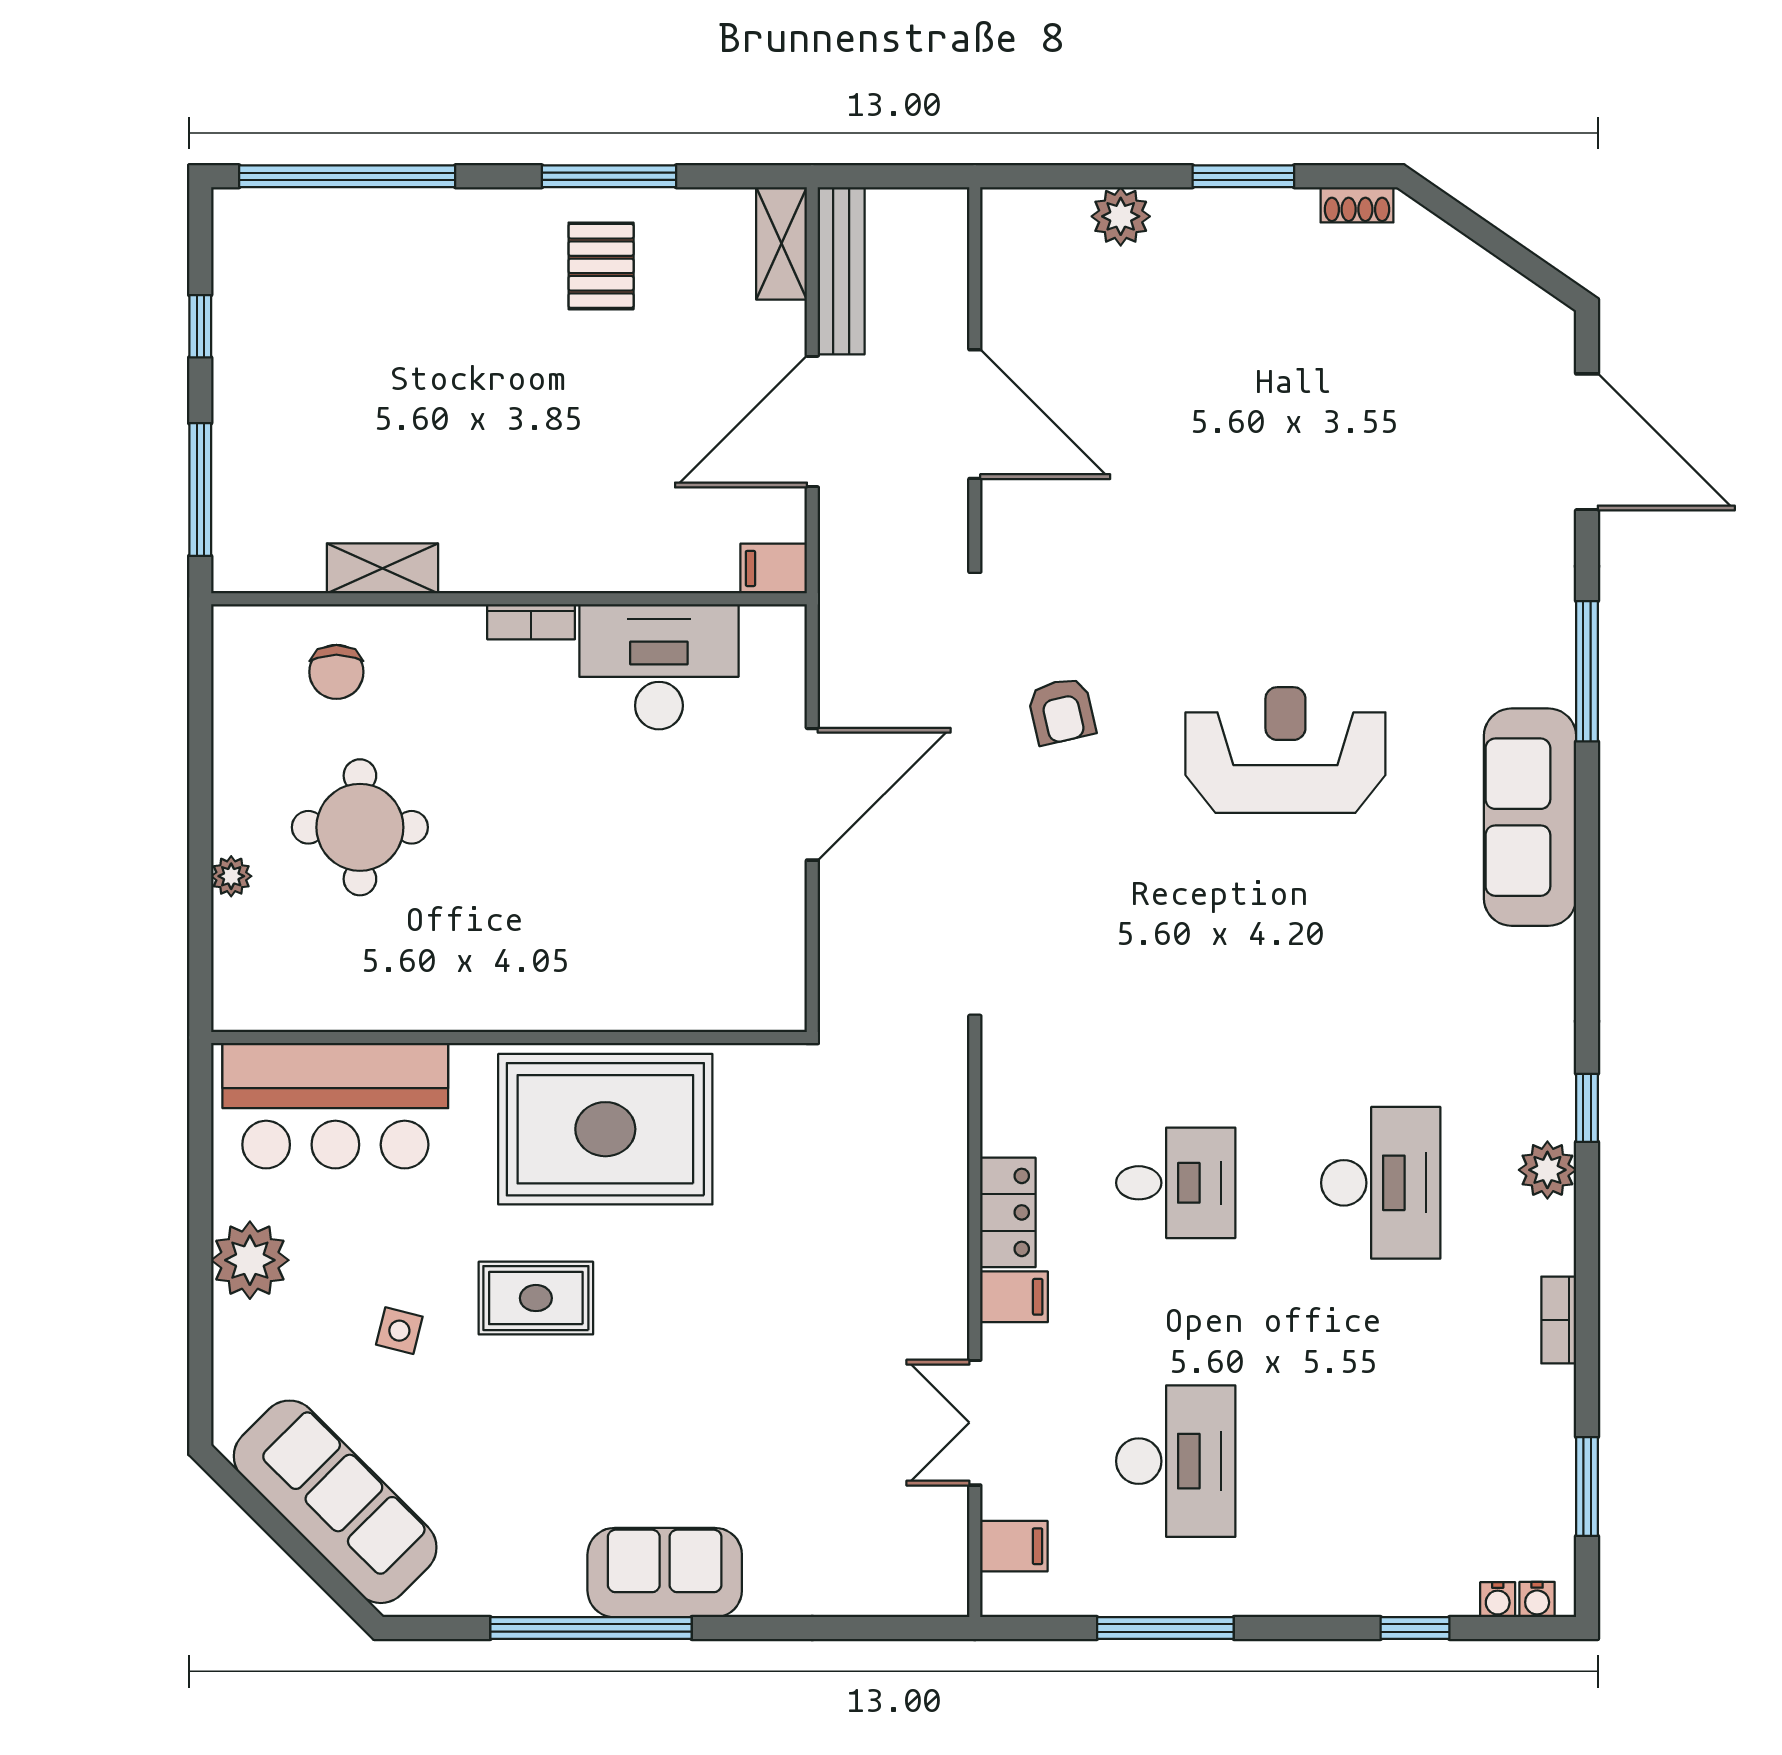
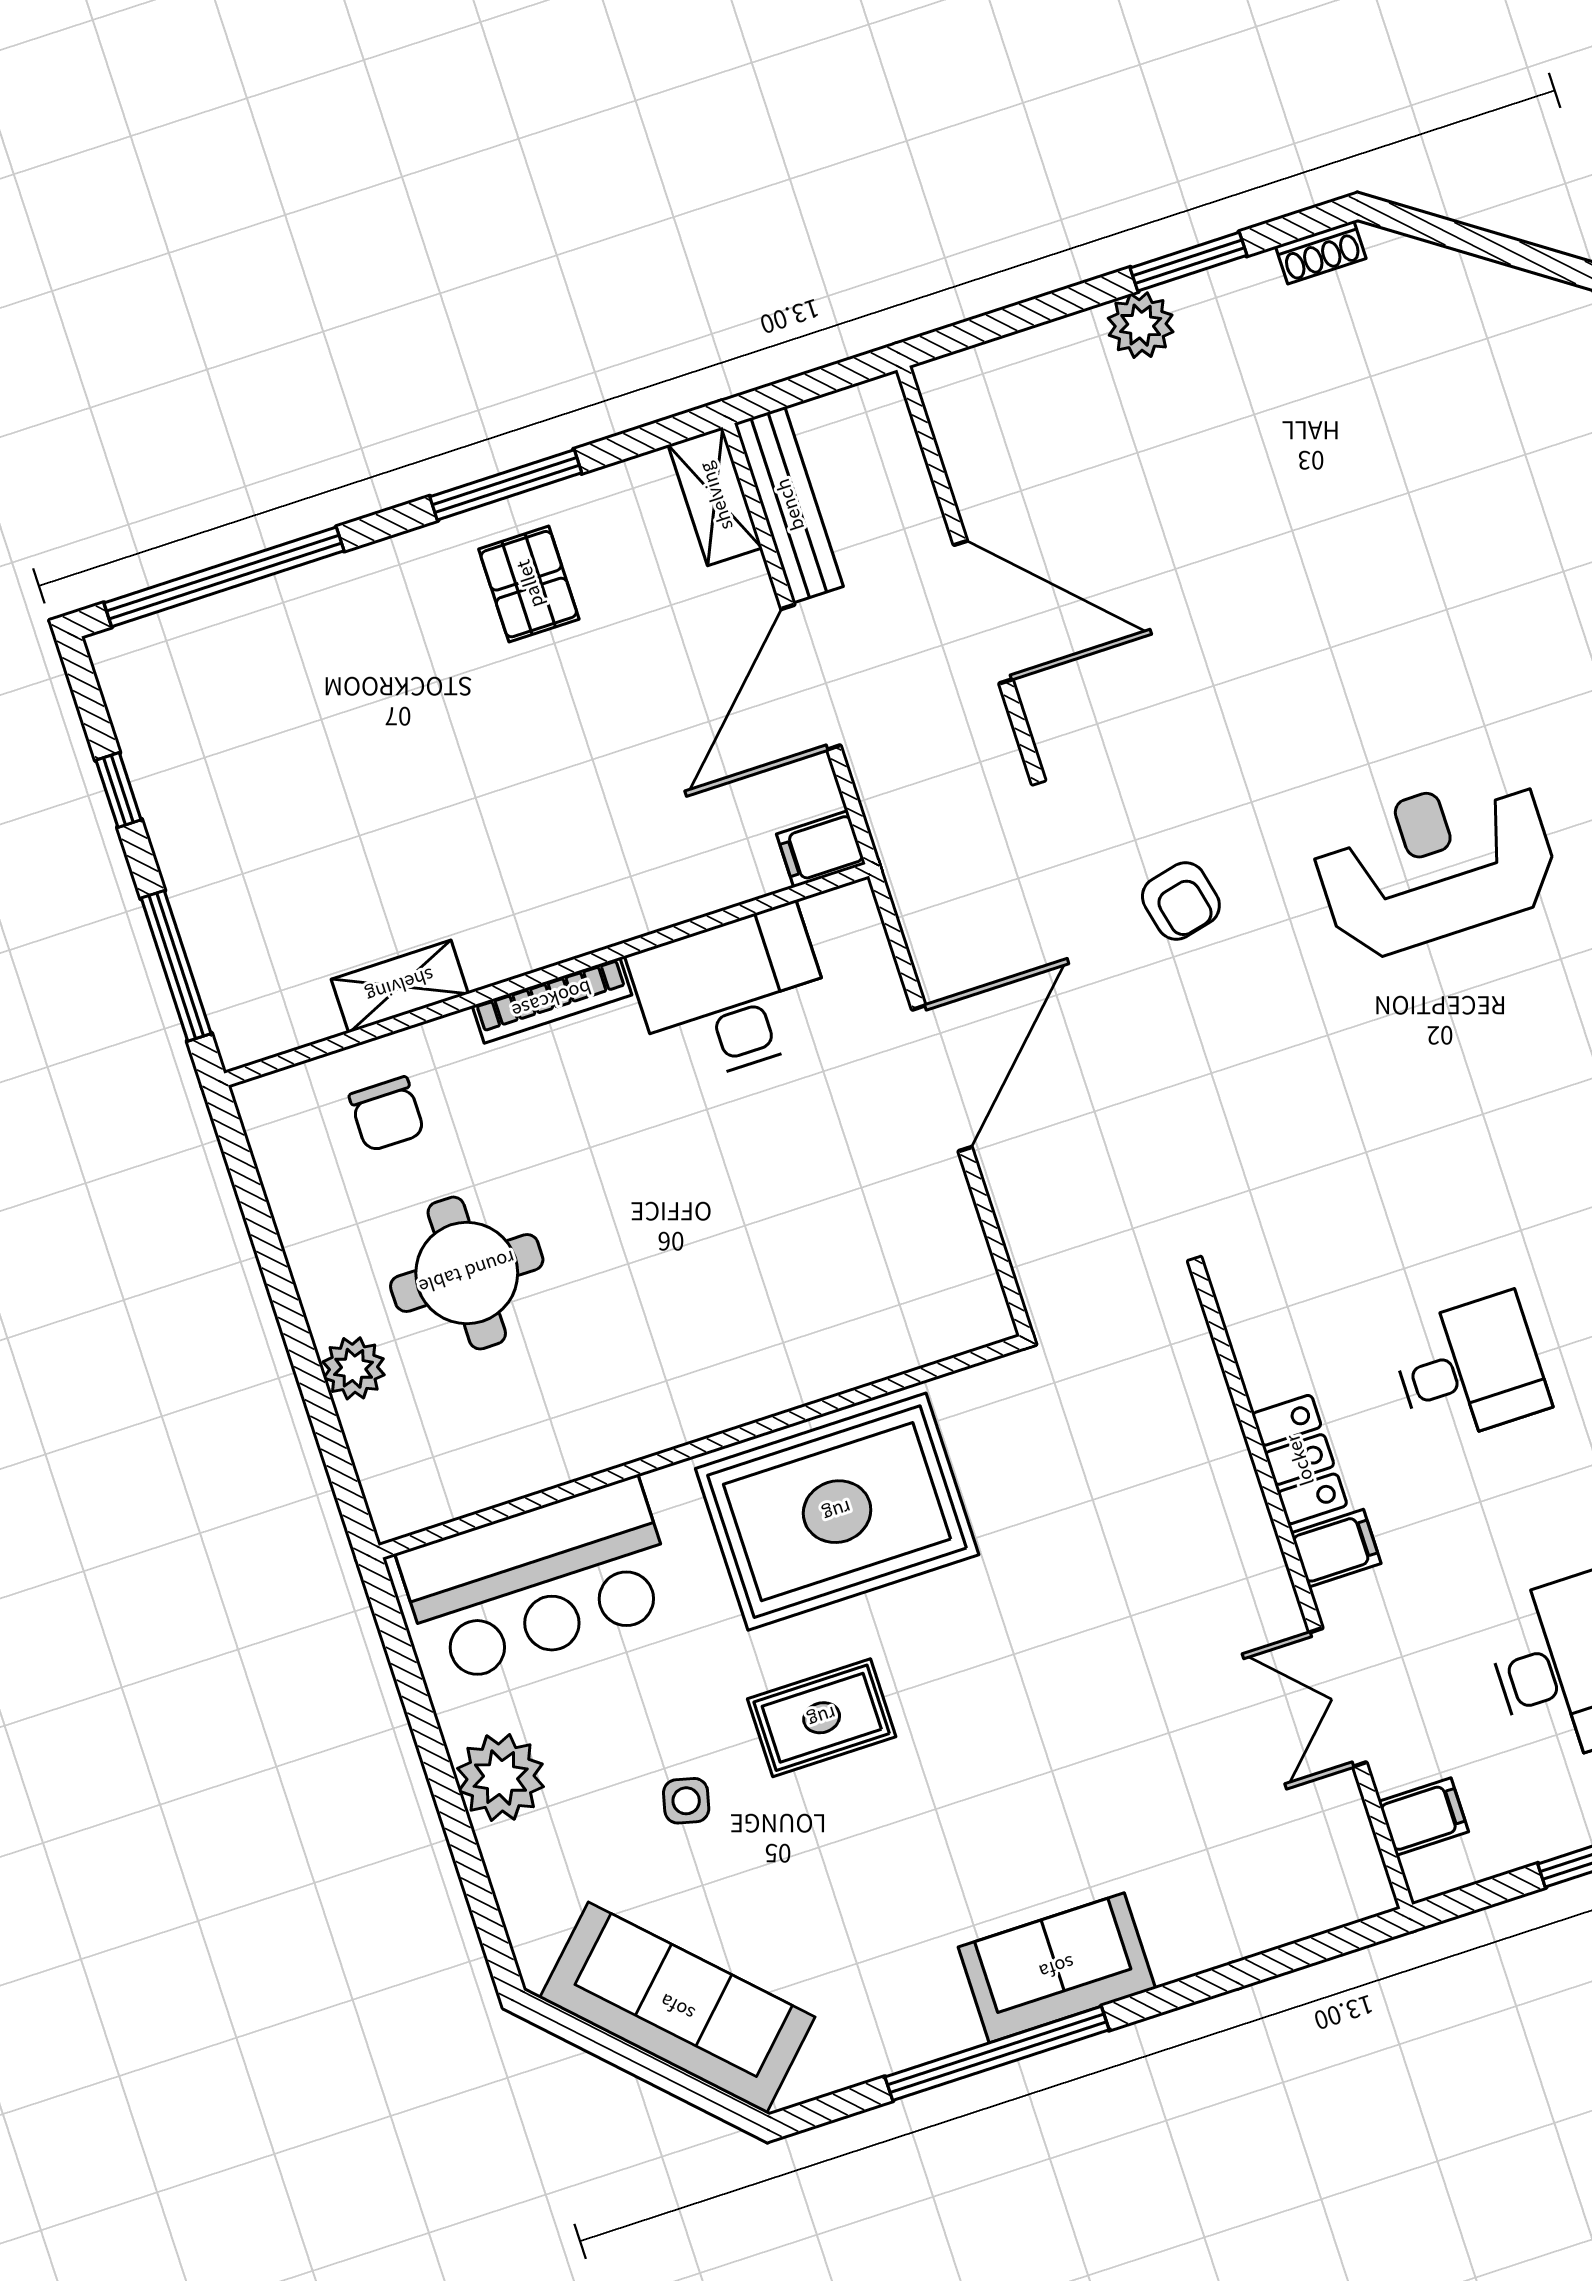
plant: (1121, 216) -> (1141, 325), moved
bookcase: (531, 622) -> (552, 1000), width x1.56
plant: (231, 876) -> (354, 1368), width x1.38, depth x1.38

